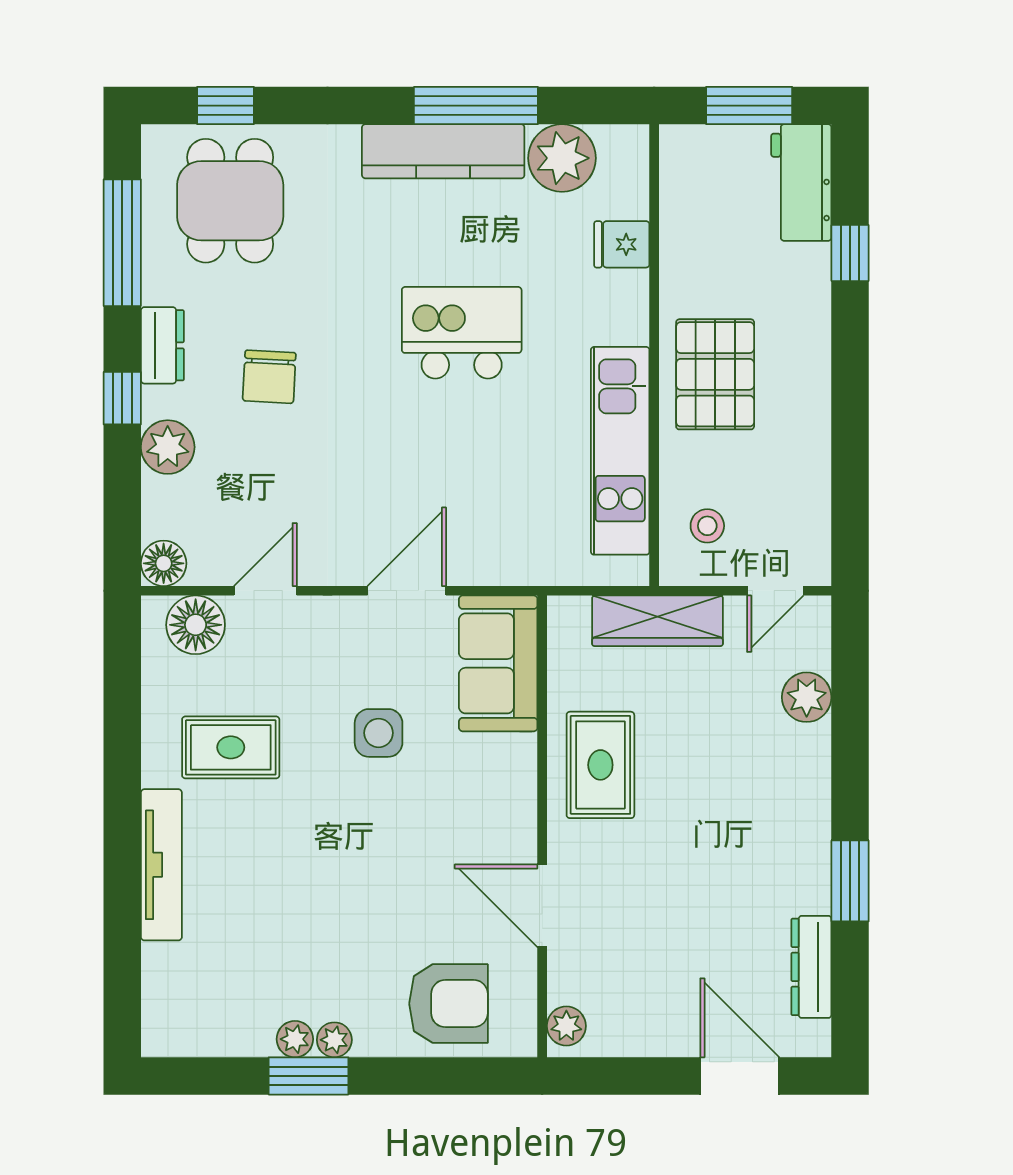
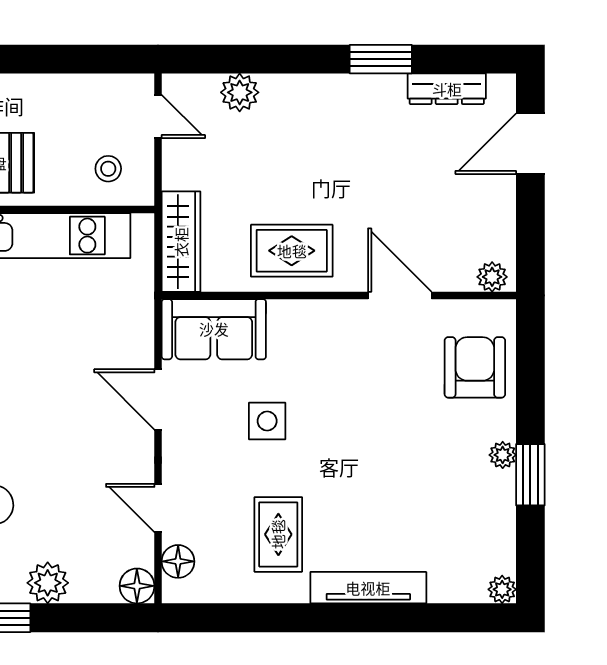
wardrobe: (657, 621) -> (181, 242), moved
floor lamp: (196, 625) -> (178, 561), width x0.73, depth x0.73
door: (542, 906) -> (400, 295), swing flipped
plant: (295, 1039) -> (502, 589), moved

